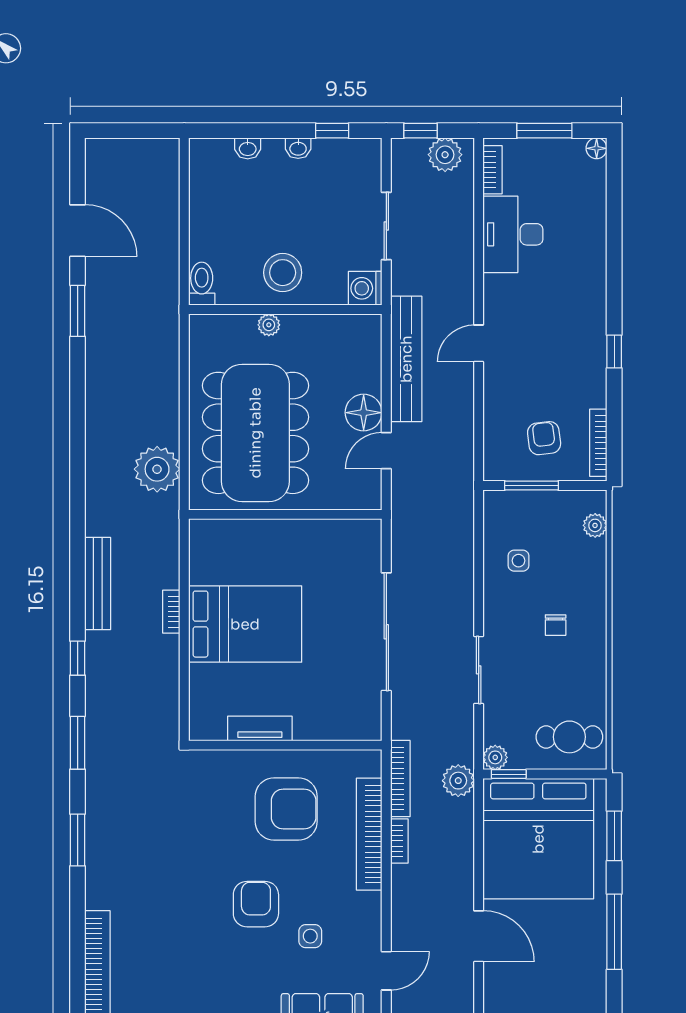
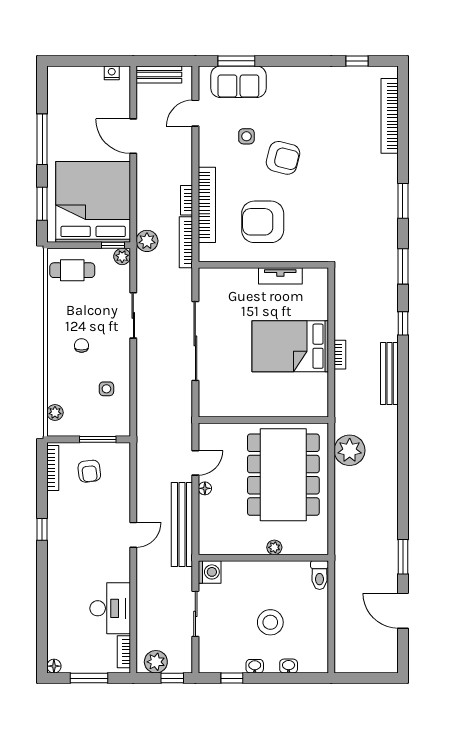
stool: (283, 273) -> (270, 622), moved
floor lamp: (364, 413) -> (205, 488), width x0.53, depth x0.53
armchair: (256, 904) -> (283, 158), turned -76

